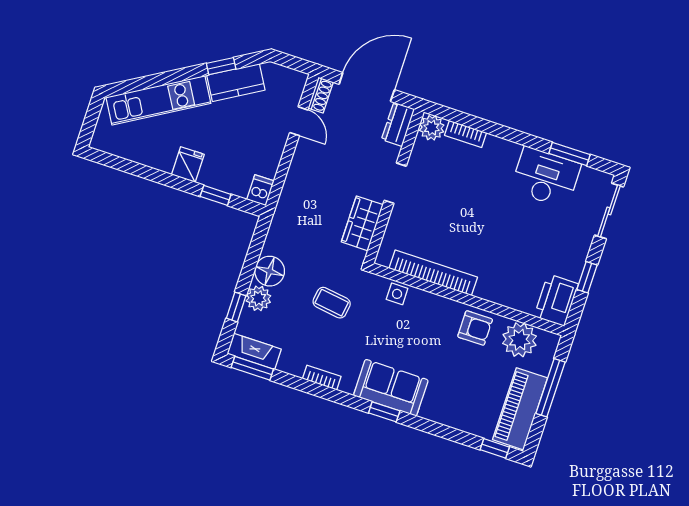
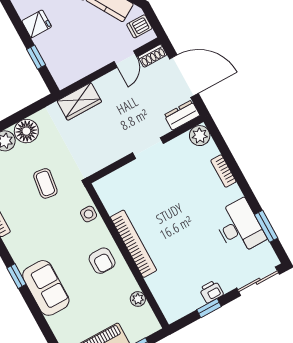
bookcase: (466, 134) -> (223, 171), moved
dishwasher: (260, 190) -> (139, 26), moved, turned 180
wardrobe: (362, 223) -> (79, 101), moved, turned 180
bookcase: (433, 273) -> (134, 244), moved
printer: (556, 300) -> (211, 292), moved, width x0.53, depth x0.68
armchair: (475, 328) -> (102, 261), moved
plant: (519, 340) -> (138, 299), width x0.53, depth x0.53
sofa: (391, 388) -> (46, 288), moved

